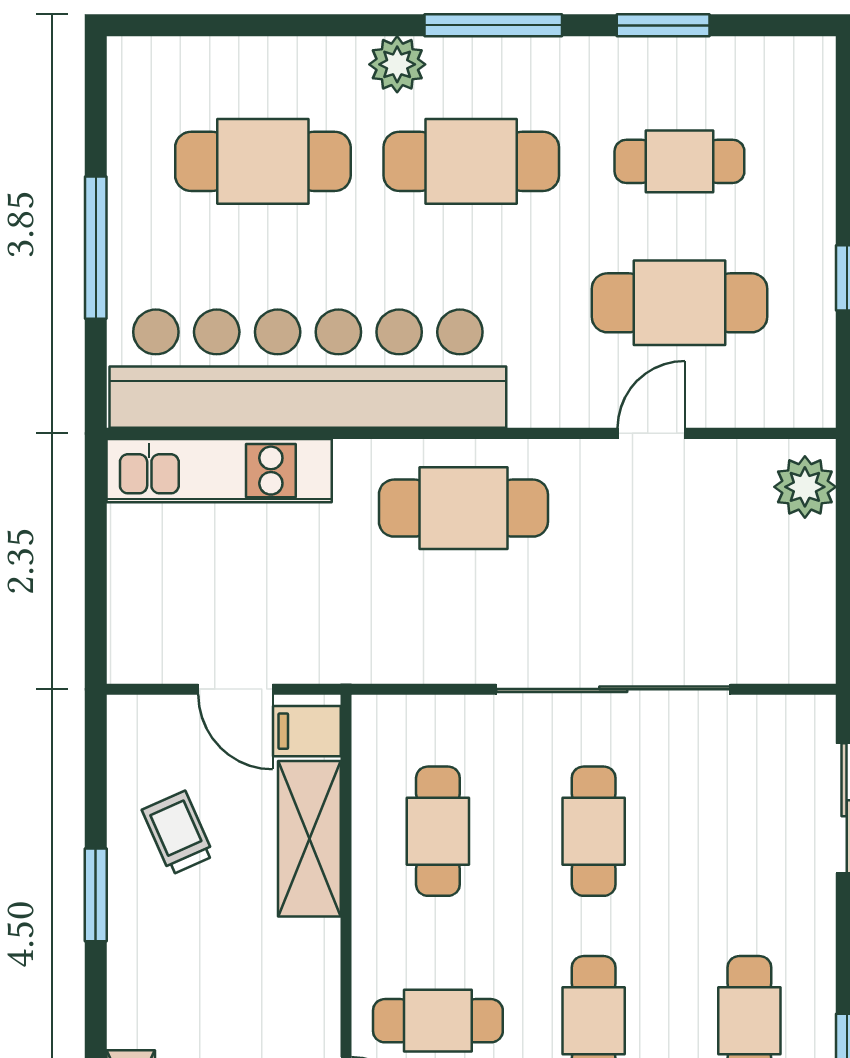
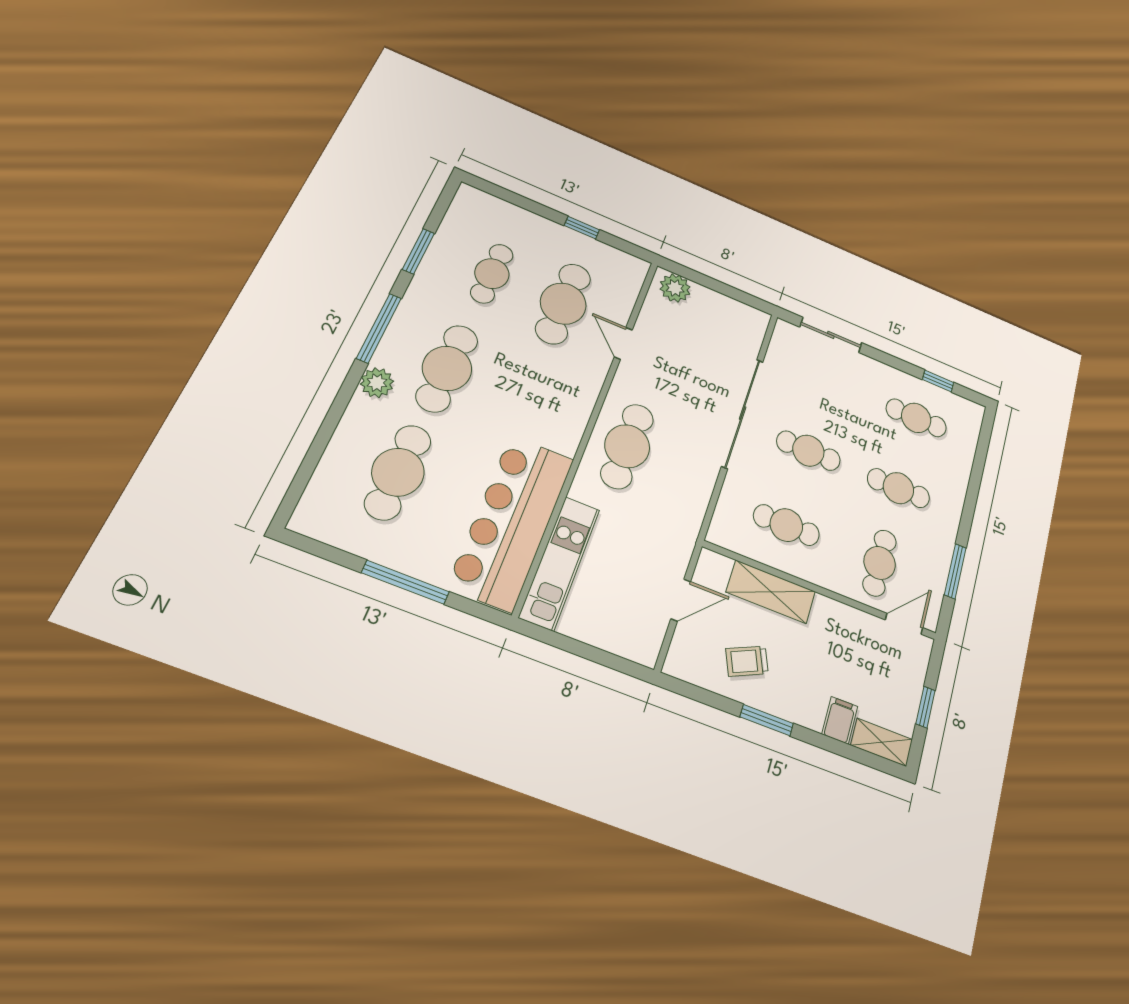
bar counter: (308, 369) -> (512, 522), width x0.73
filing cabinet: (307, 731) -> (840, 720), moved, turned 180

